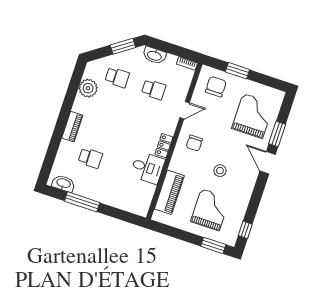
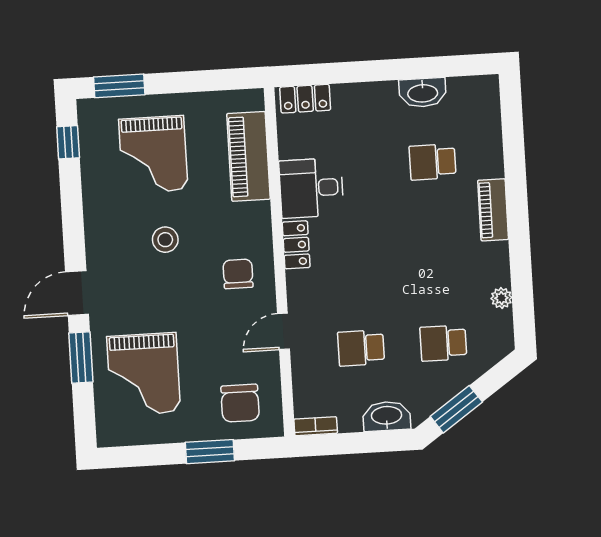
plant: (88, 88) -> (501, 298), width x0.53, depth x0.53
door: (268, 163) -> (77, 293), swing flipped
washbasin: (63, 183) -> (423, 93), moved
window: (82, 202) -> (414, 68), removed
locker: (135, 208) -> (305, 99), added

